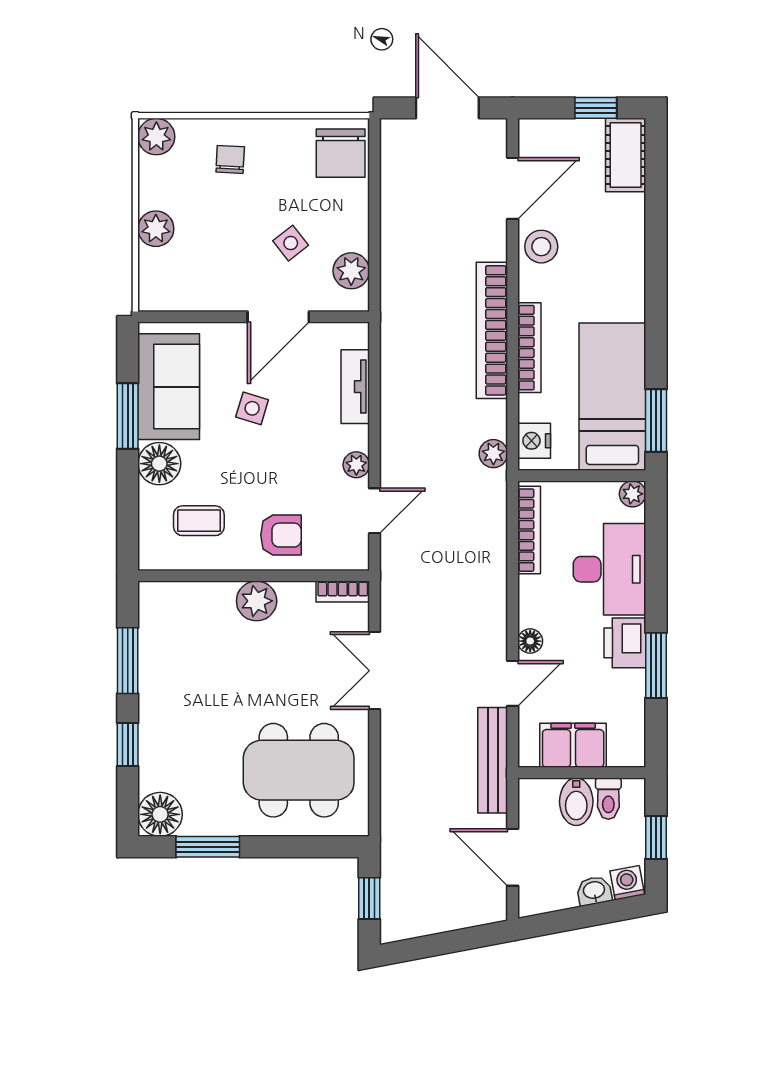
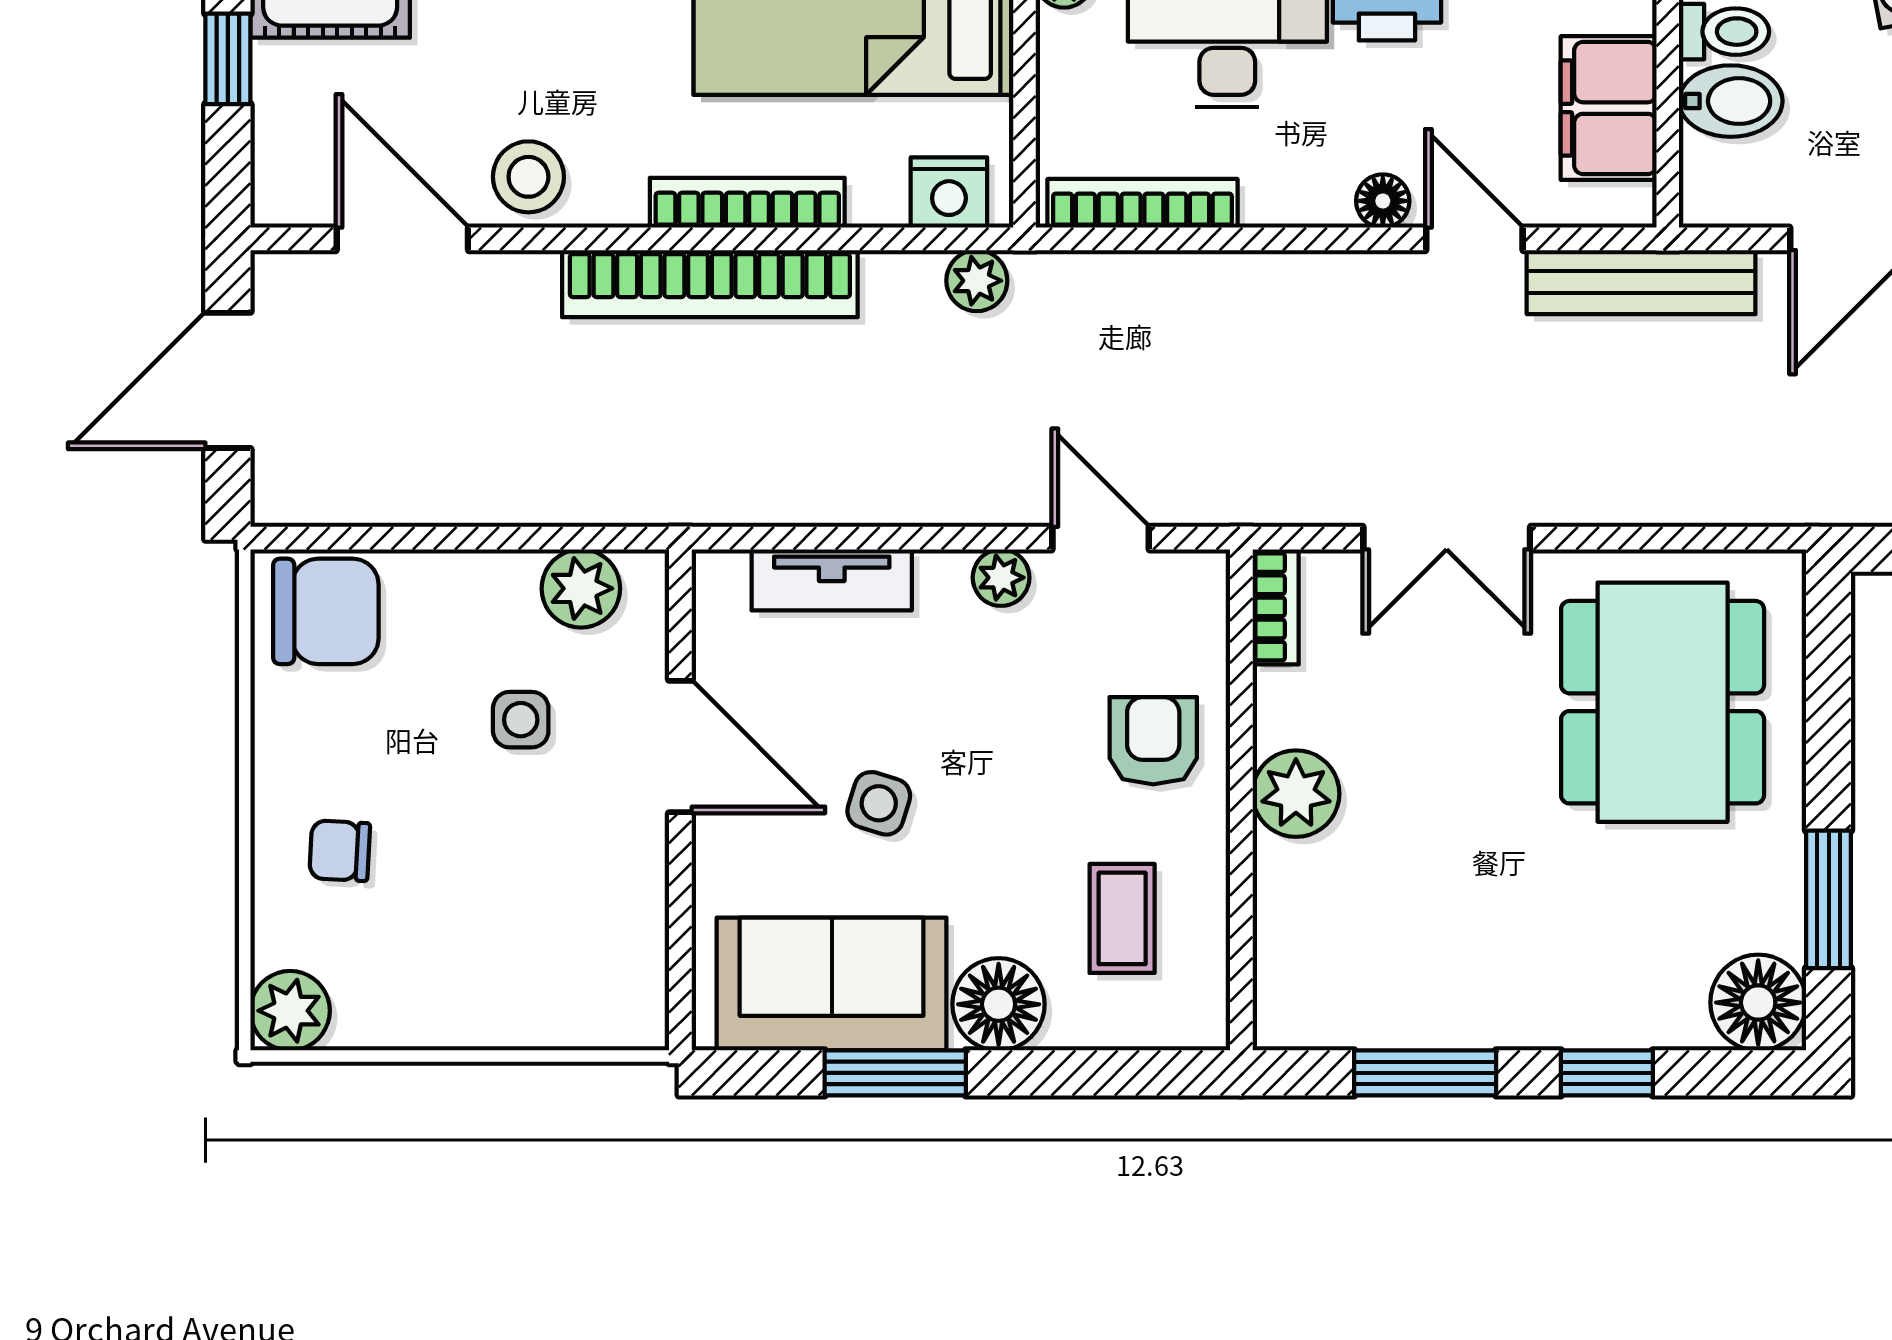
plant: (156, 229) -> (490, 1012), removed
side table: (291, 243) -> (521, 720), turned 38

